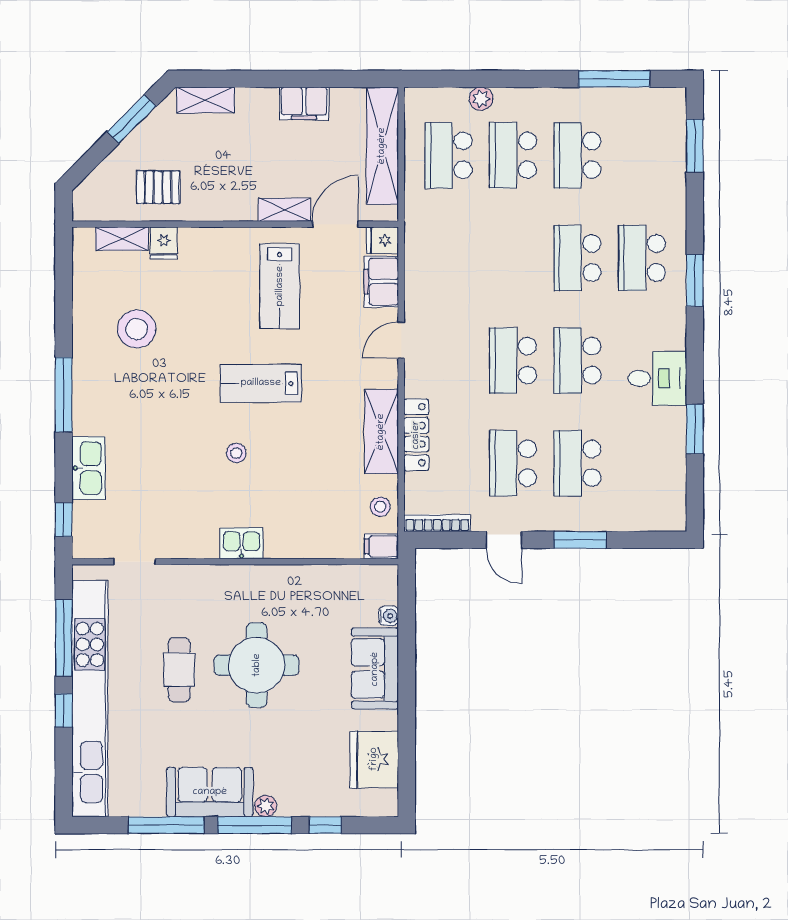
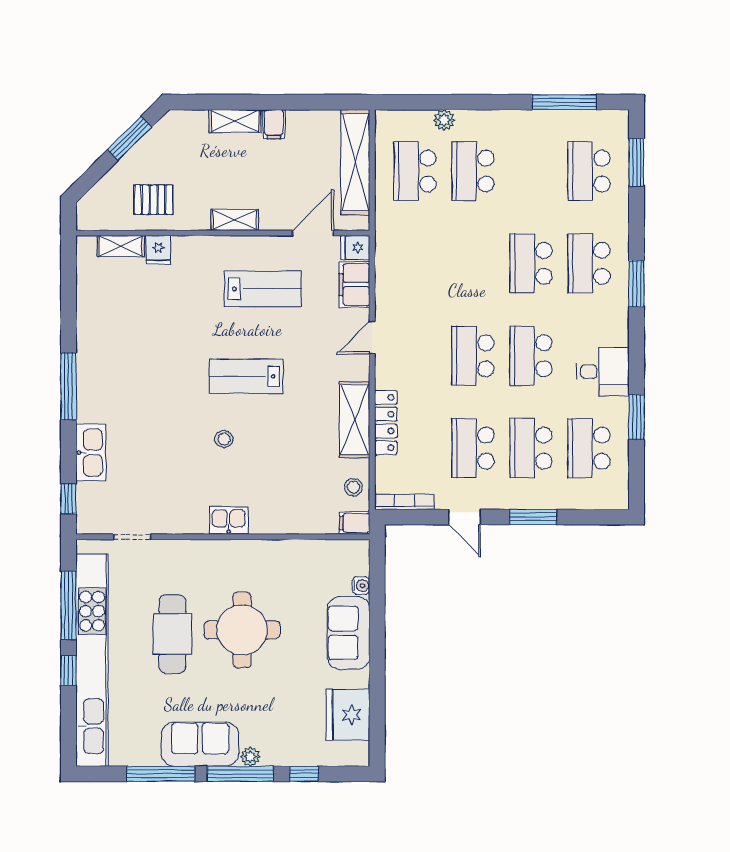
shelving: (205, 100) -> (235, 121), moved
filing cabinet: (304, 103) -> (274, 124), width x0.50
school desk: (577, 155) -> (589, 171), moved
shelving: (284, 210) -> (235, 220), moved
lab bench: (280, 286) -> (263, 289), turned -90
stool: (137, 329) -> (134, 327), removed
school desk: (642, 463) -> (589, 448), added
cafe table: (179, 670) -> (172, 634), width x1.37, depth x1.35

